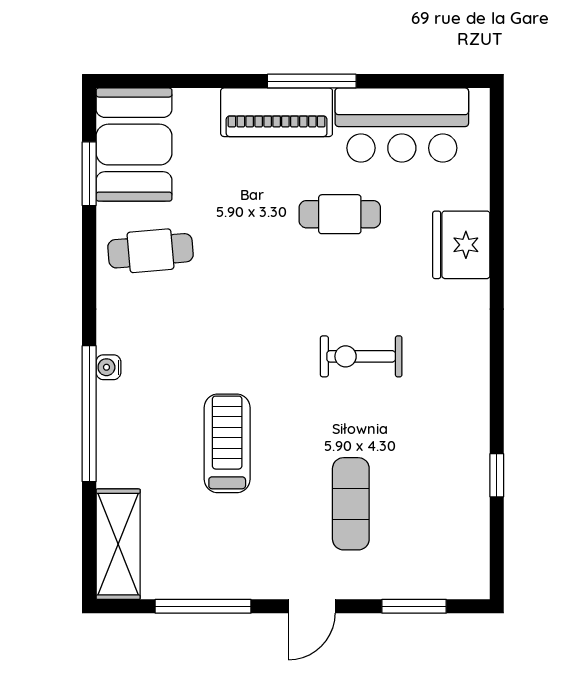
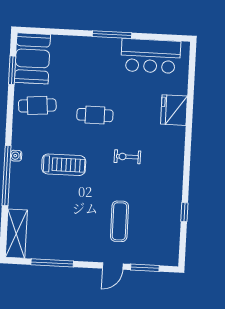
piano: (277, 112) -> (96, 48), removed
cafe table: (340, 214) -> (95, 115), moved
exercise bike: (361, 356) -> (127, 157), width x0.73, depth x0.72
treadmill: (227, 443) -> (64, 165), moved, turned 90
door: (312, 606) -> (113, 266), moved

